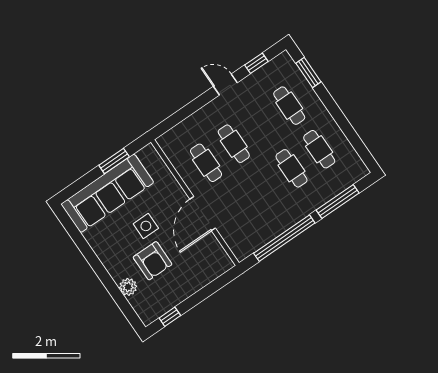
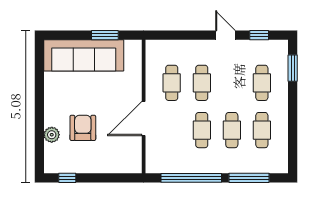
cafe table: (264, 187) -> (202, 130), added
side table: (146, 226) -> (96, 99), removed
armchair: (153, 261) -> (83, 128), turned 180

